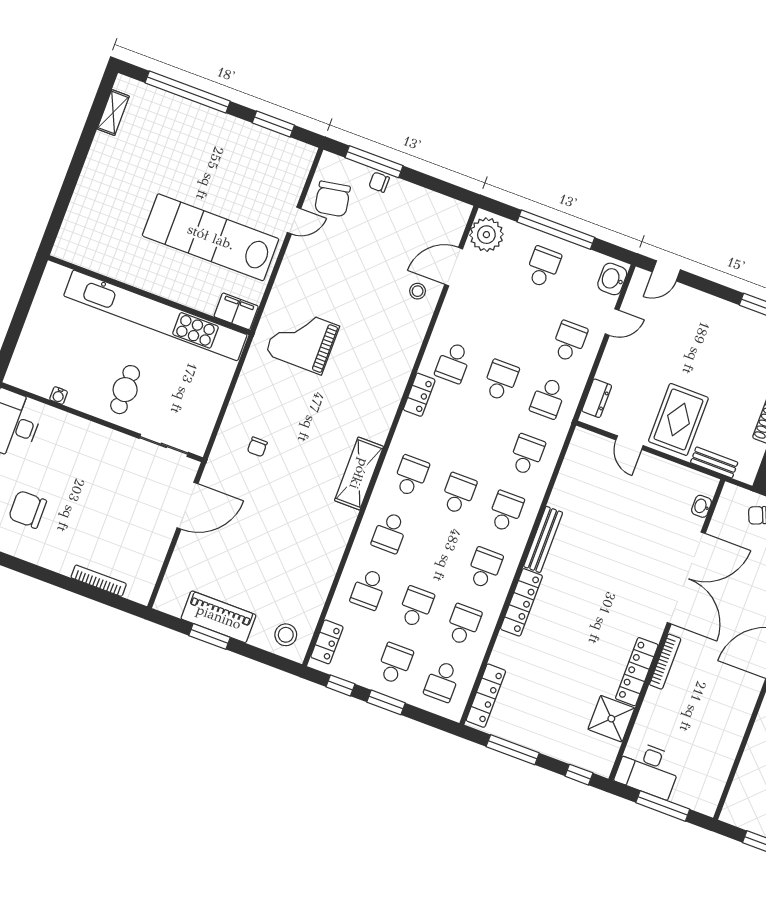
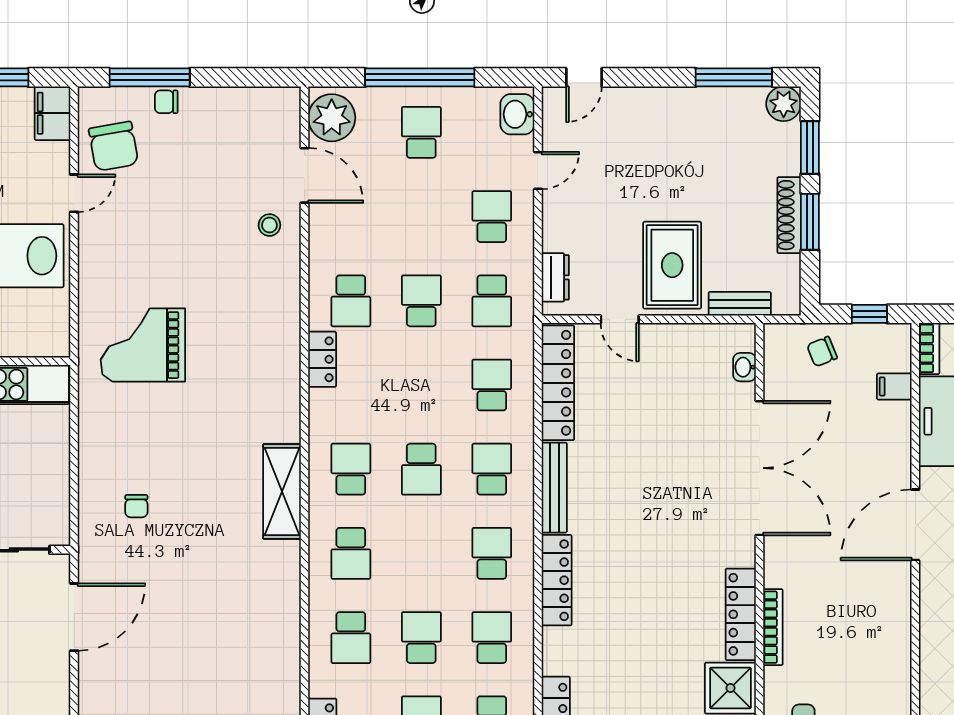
door: (454, 267) -> (305, 175), swing flipped
filing cabinet: (236, 311) -> (53, 113), moved, turned -90
locker: (572, 470) -> (558, 383), added
school desk: (458, 494) -> (421, 469), turned 180
bookcase: (665, 662) -> (773, 627), moved

